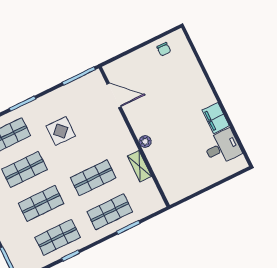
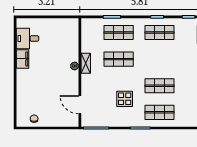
shelving: (139, 166) -> (86, 63), moved
shop shelf: (41, 203) -> (160, 59), removed

